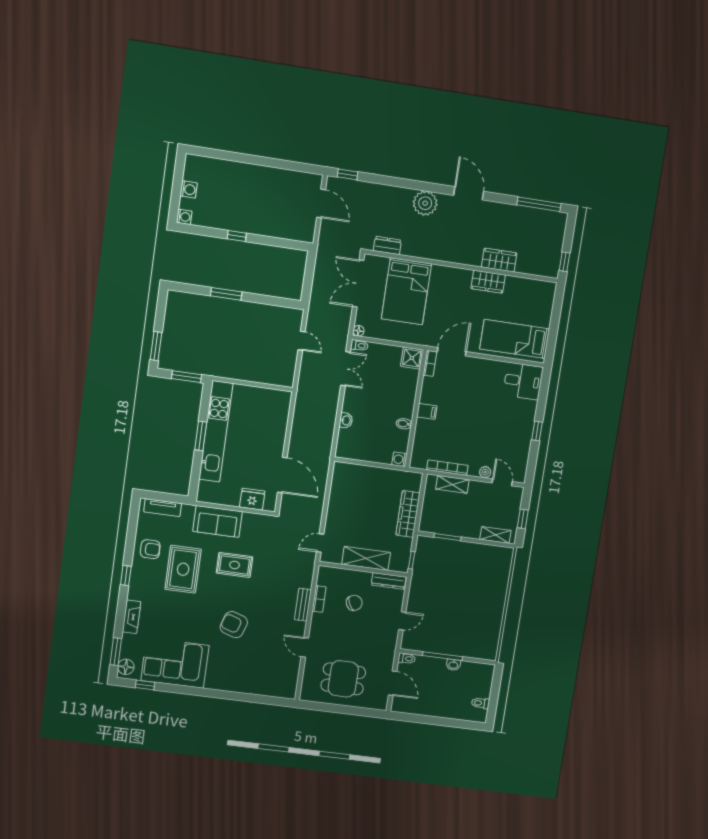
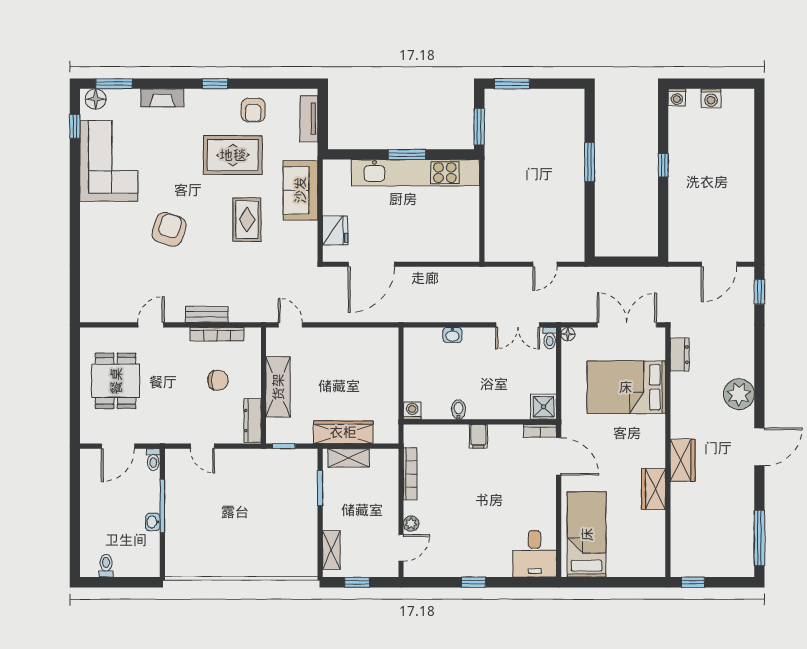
wardrobe: (499, 260) -> (683, 460), moved
shelving: (452, 484) -> (349, 458), moved, turned 90
bookcase: (319, 599) -> (217, 334), width x1.56
chair: (354, 603) -> (218, 380), turned -63

